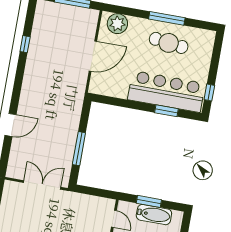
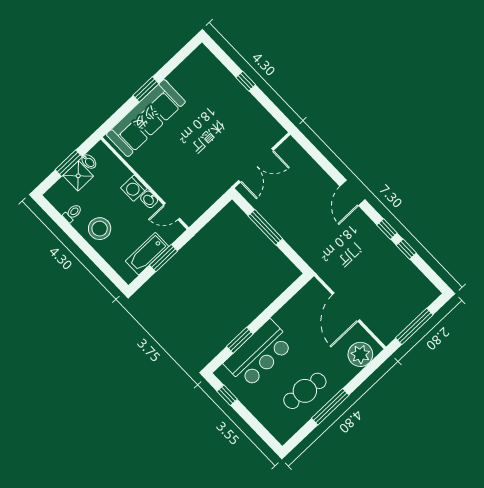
window: (21, 67) -> (387, 229), added
bar counter: (166, 92) -> (259, 354), width x0.73
door: (10, 125) -> (352, 193), moved

